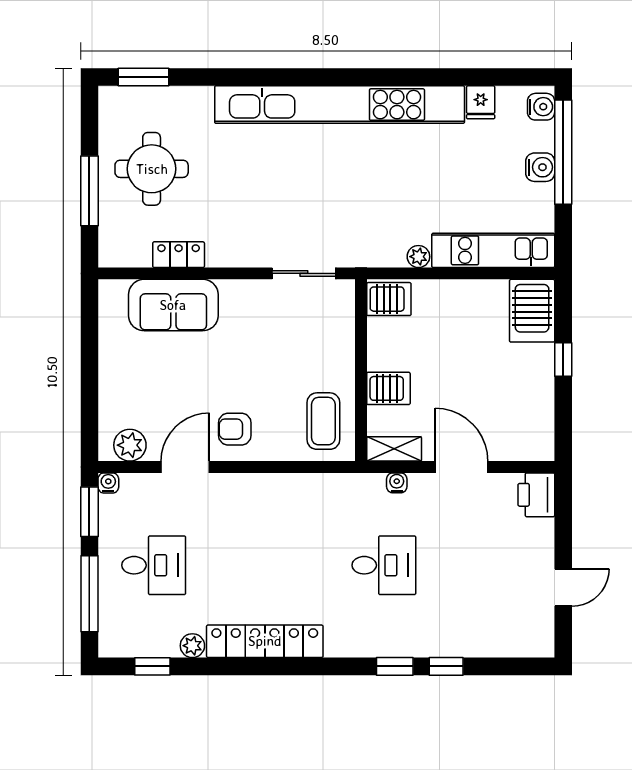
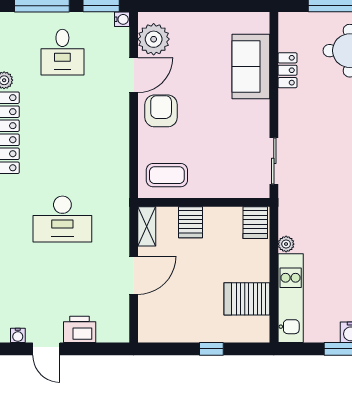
server rack: (532, 311) -> (247, 299), moved
armchair: (235, 429) -> (161, 111), width x1.38, depth x1.38
plant: (130, 445) -> (154, 39), width x1.36, depth x1.36
door: (185, 467) -> (134, 75), hinge flipped
water cooler: (397, 483) -> (18, 335), moved, turned 90
printer: (536, 495) -> (80, 329), moved
desk: (384, 565) -> (62, 219), width x1.37

